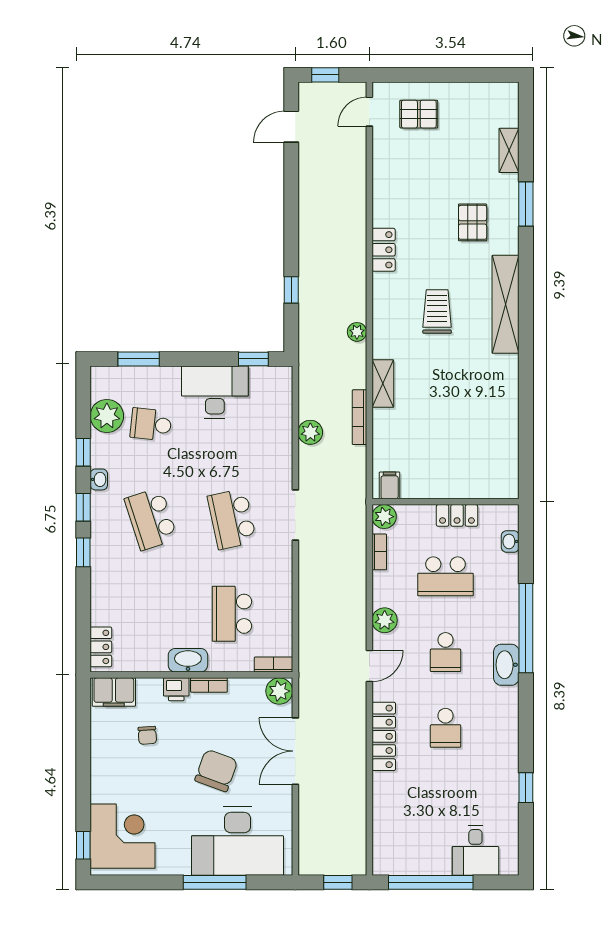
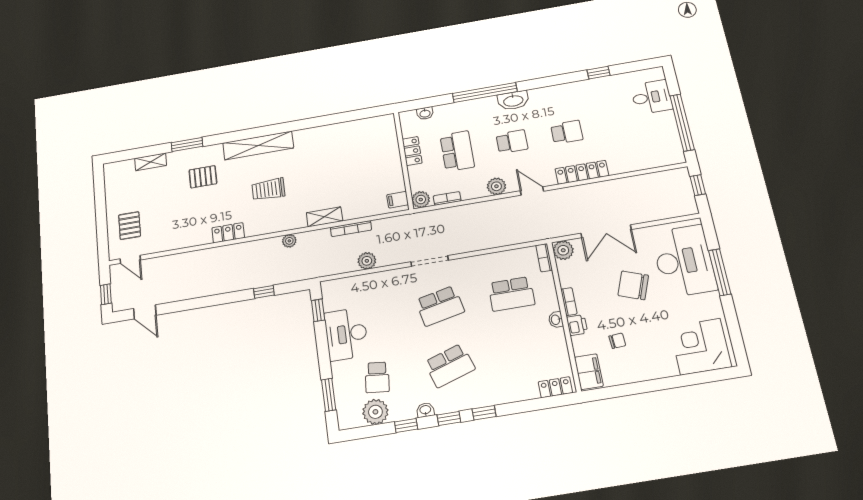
washbasin: (188, 660) -> (556, 320), width x0.52, depth x0.69
window: (83, 845) -> (715, 375), removed

